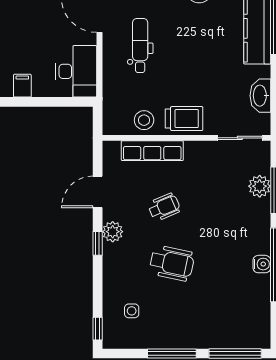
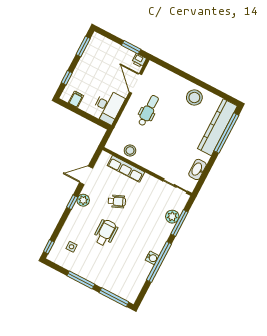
trolley: (184, 119) -> (151, 161), removed
wheelchair: (172, 263) -> (105, 233), turned -102

